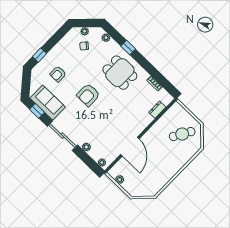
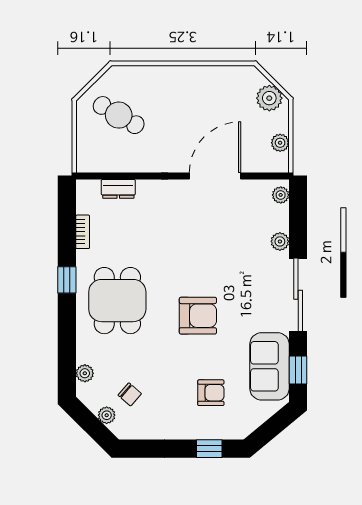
window: (128, 48) -> (67, 280), moved
plant: (138, 191) -> (269, 98), added

